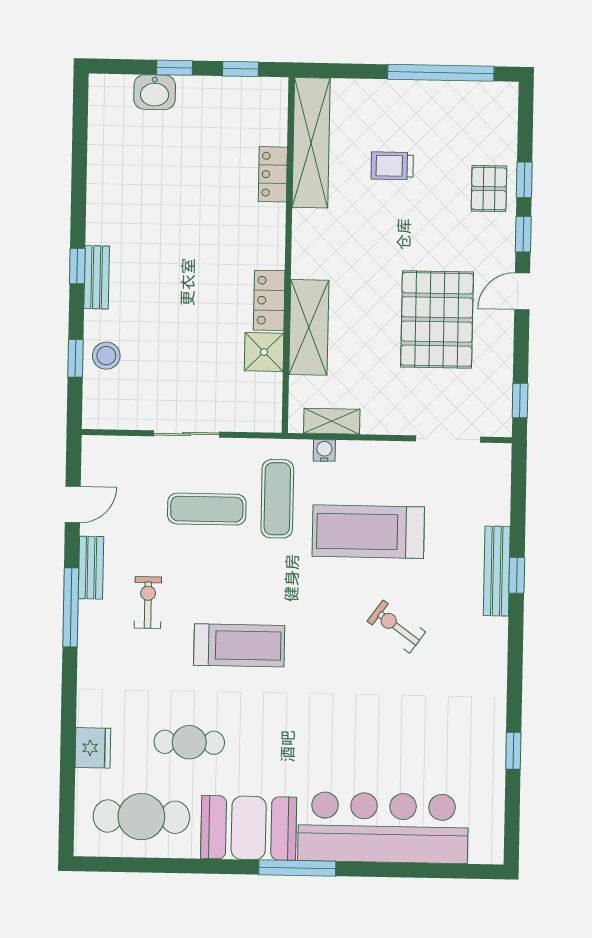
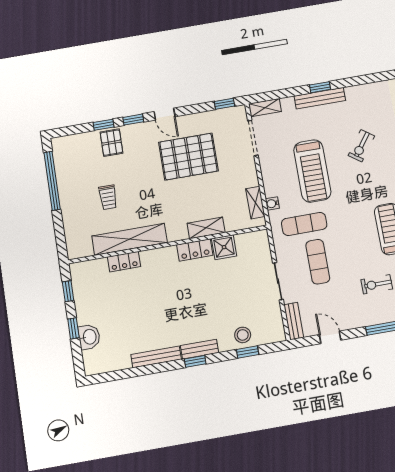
shelving: (311, 143) -> (130, 239), moved
pallet: (489, 189) -> (111, 143), turned 90
bench: (98, 201) -> (156, 357), added
shelving: (309, 327) -> (206, 228), width x0.67, depth x0.75
shelving: (499, 471) -> (265, 108), added
bench: (91, 568) -> (294, 321), moved, turned 90

